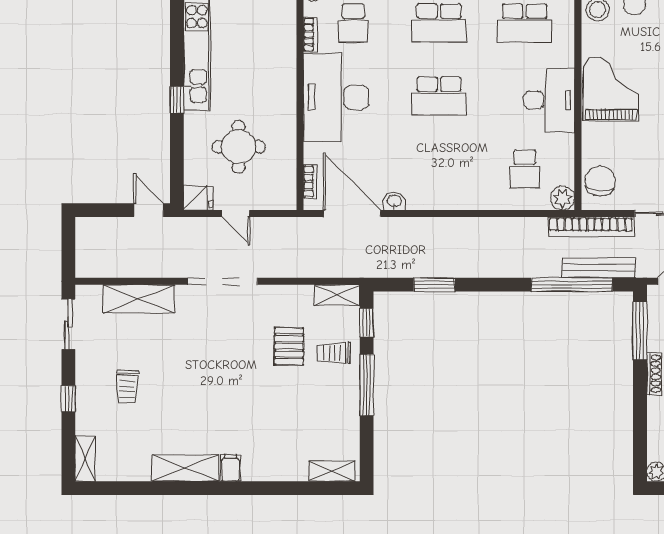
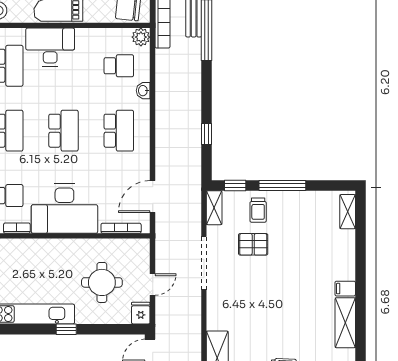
desk: (549, 100) -> (50, 47), moved
school desk: (439, 169) -> (119, 131), added
bookcase: (310, 182) -> (121, 228), width x1.56
washbasin: (394, 201) -> (143, 91), moved
door: (352, 214) -> (153, 196), width x0.73
doorway: (223, 281) -> (204, 263), moved
window: (434, 285) -> (206, 134), width x0.67

